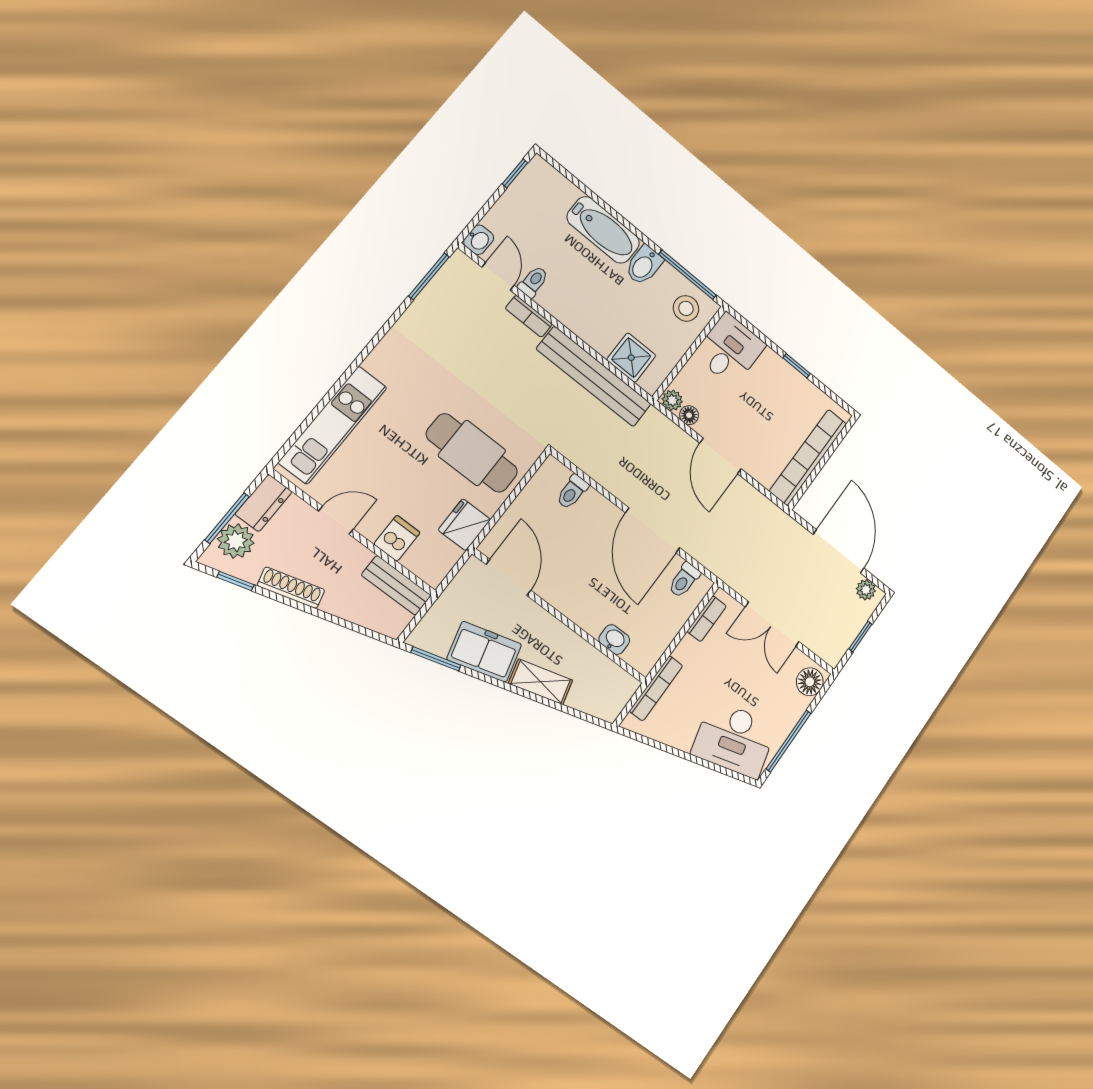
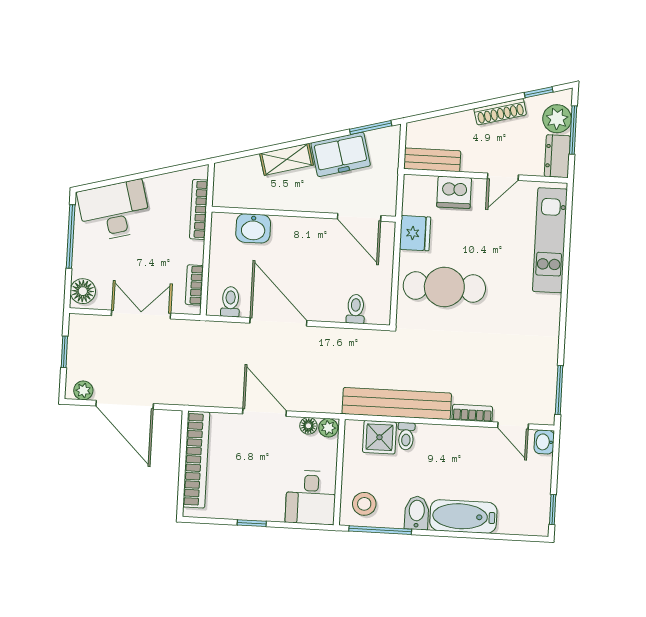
toilet: (533, 282) -> (406, 436), moved
dishwasher: (397, 538) -> (454, 192), width x1.38
washbasin: (614, 640) -> (253, 228), width x1.38, depth x1.45

